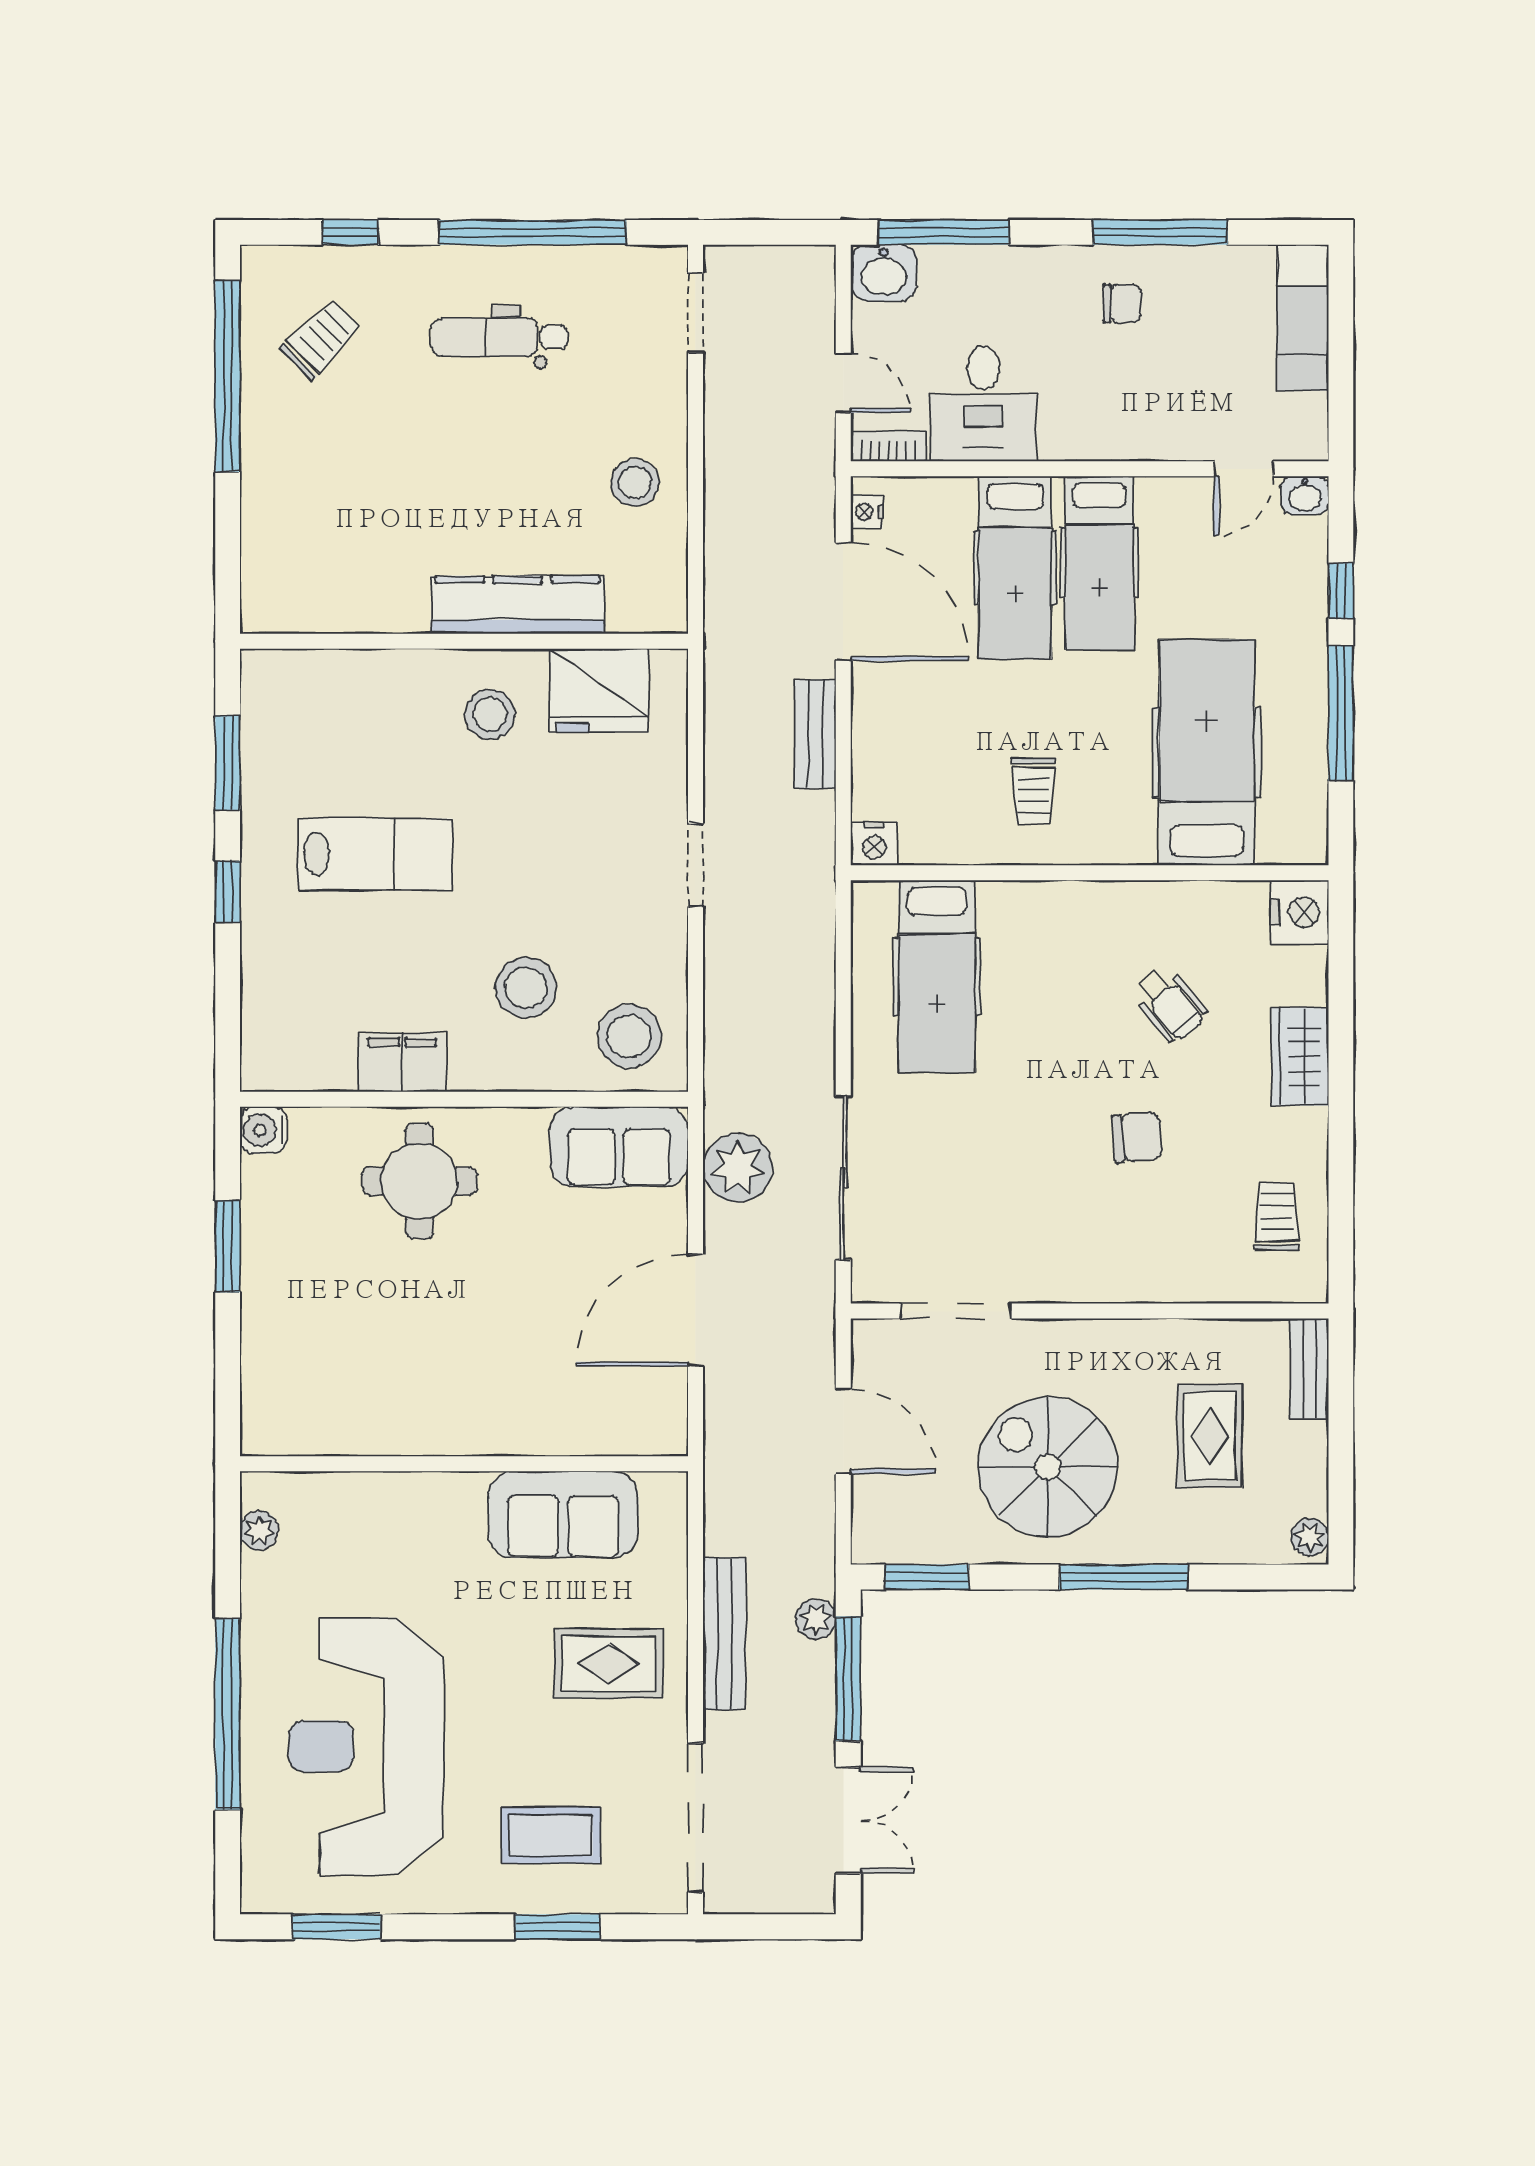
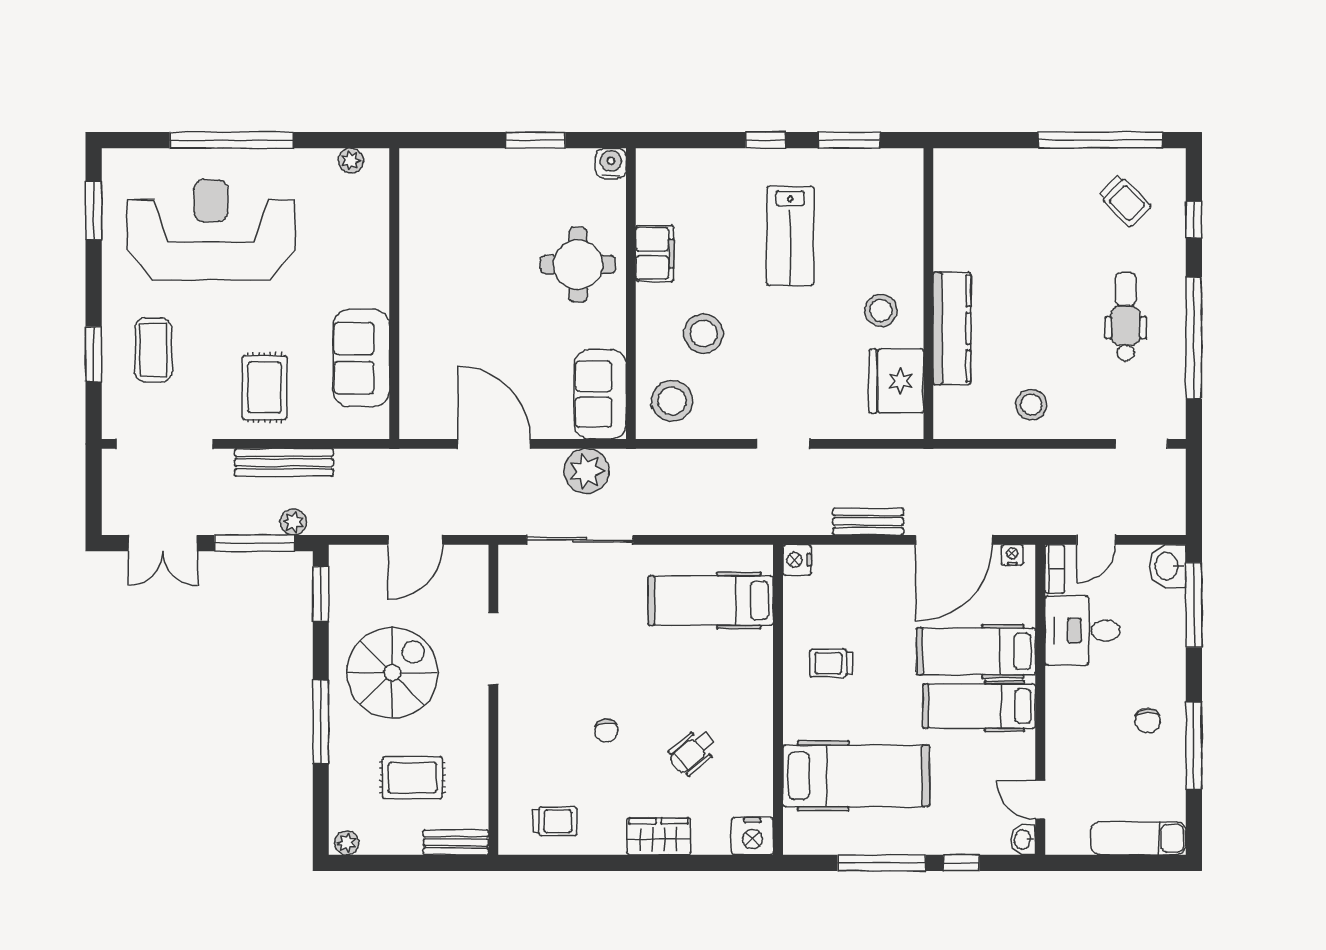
chair: (1137, 1137) -> (606, 730), width x0.73, depth x0.73
doorway: (956, 1311) -> (493, 649), moved

